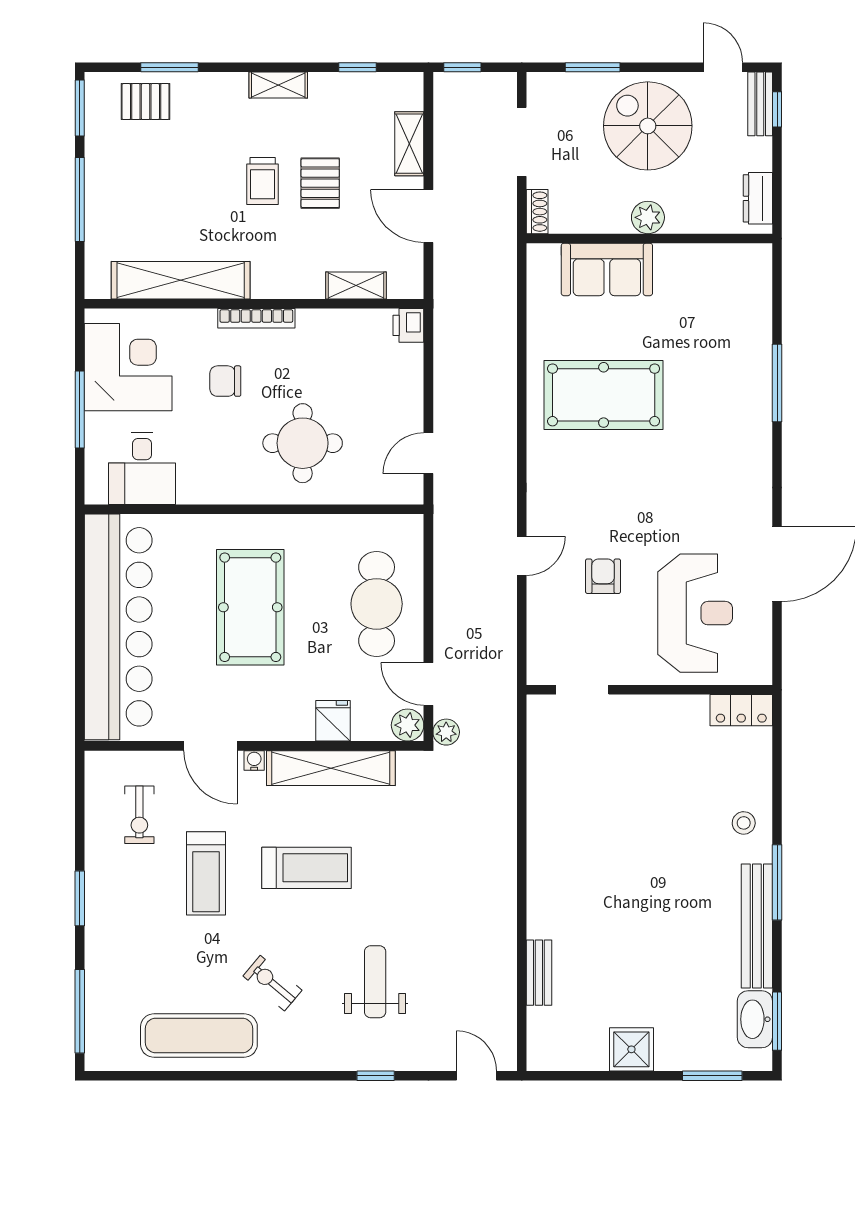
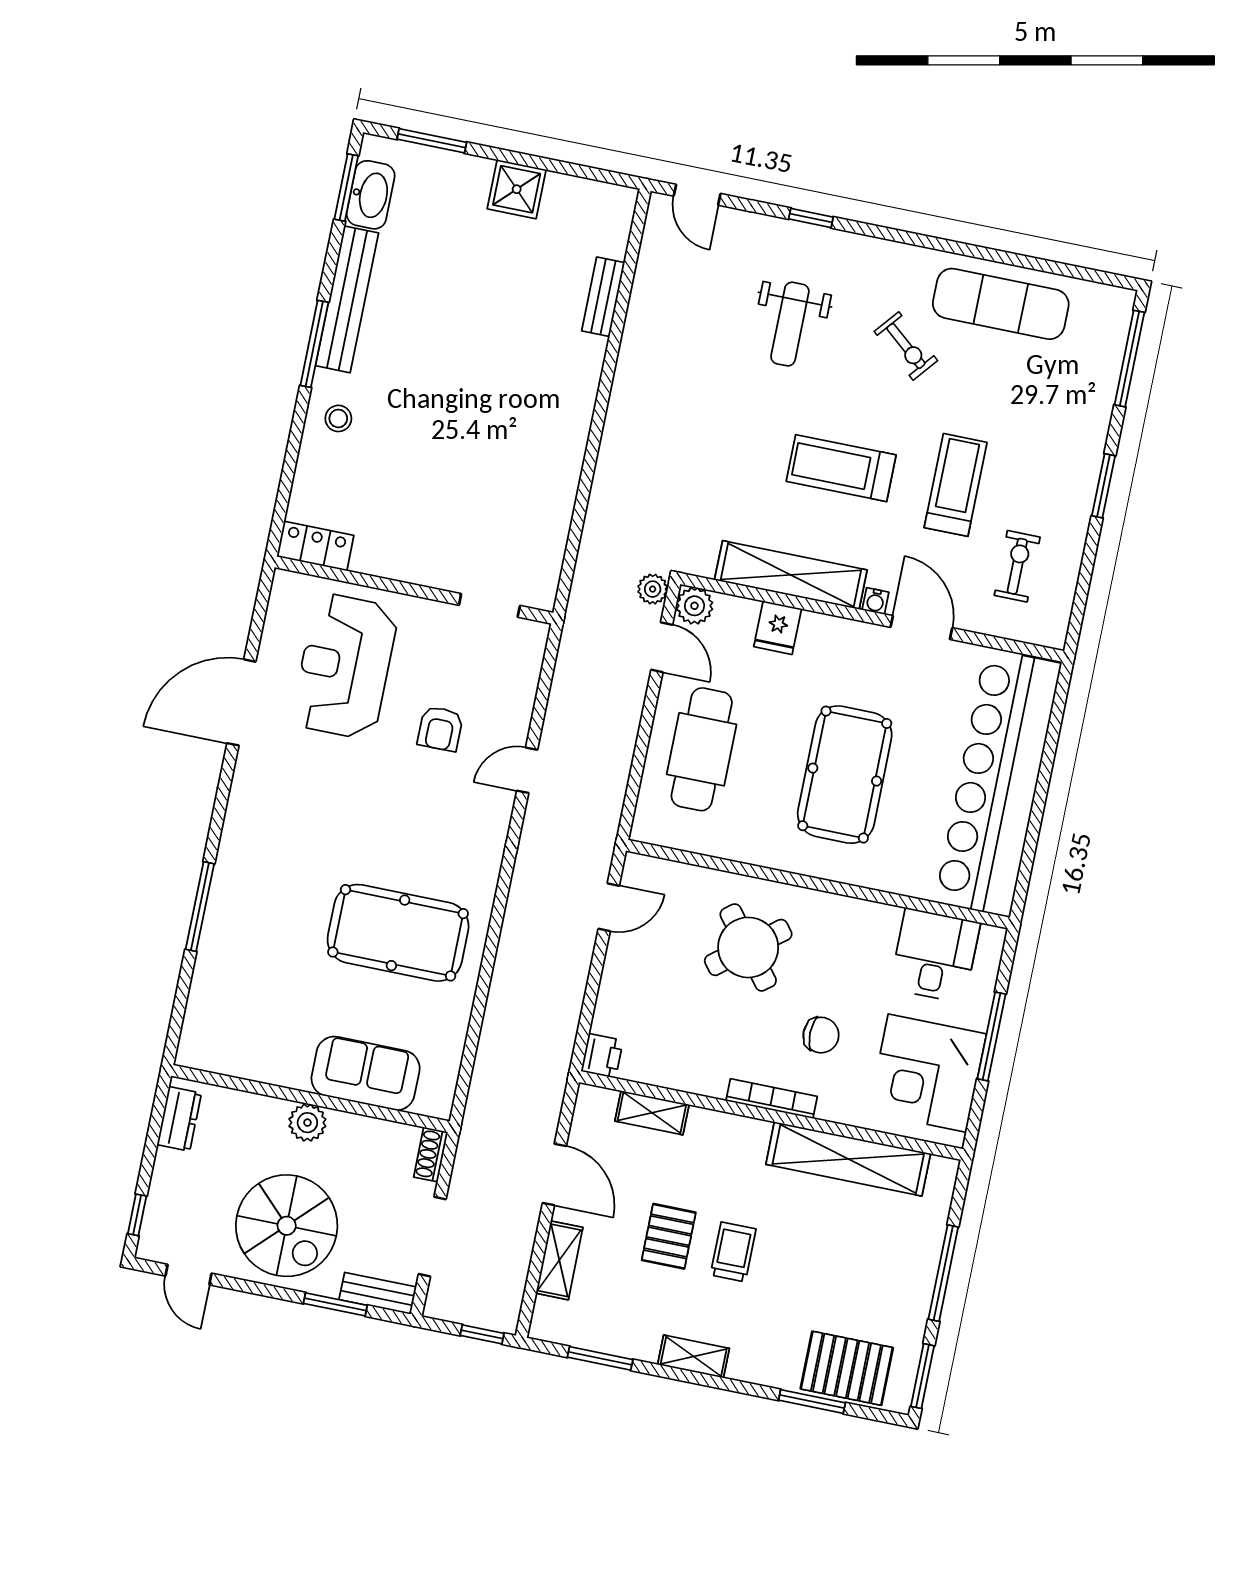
window: (357, 67) -> (600, 1358), width x1.50
pallet: (146, 102) -> (847, 1368), width x1.50, depth x1.42
bench: (760, 104) -> (378, 1293), moved, turned 90
round table: (303, 443) -> (748, 947), turned -38

